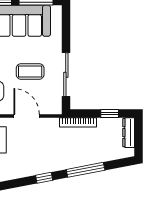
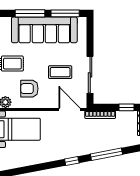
door: (27, 116) -> (69, 109), moved

